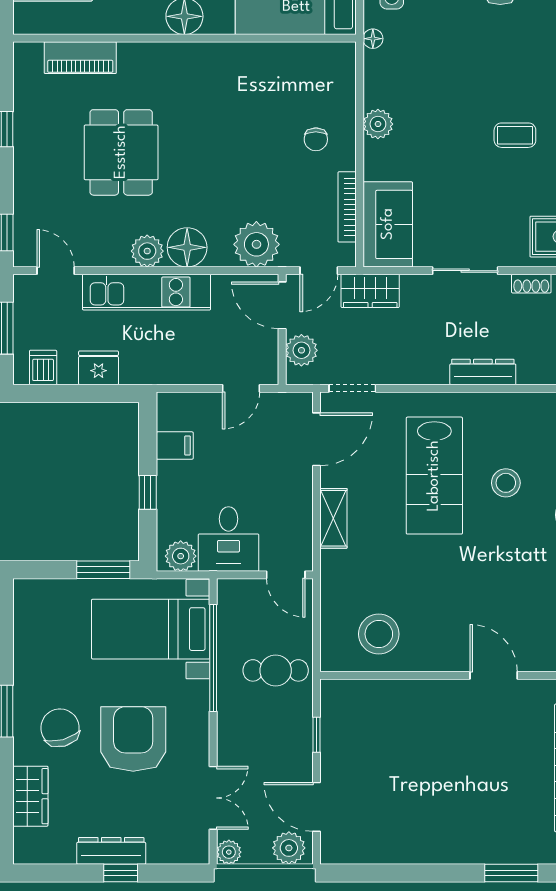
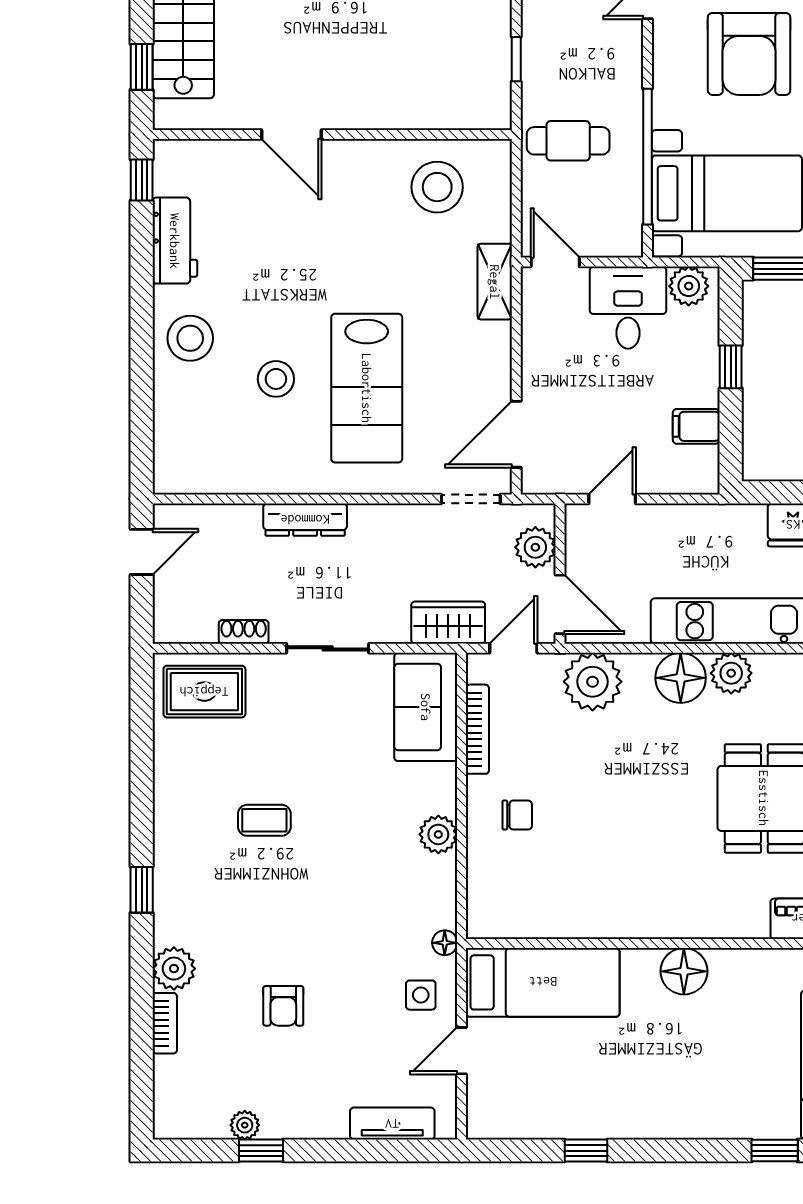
chair: (316, 139) -> (517, 815), turned 90
lab bench: (434, 476) -> (367, 388), turned 180
shelving: (333, 518) -> (495, 282), moved

